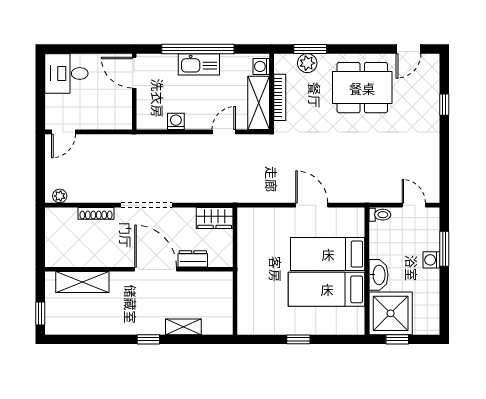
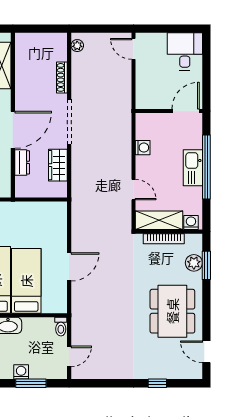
wardrobe: (215, 218) -> (58, 165), moved

